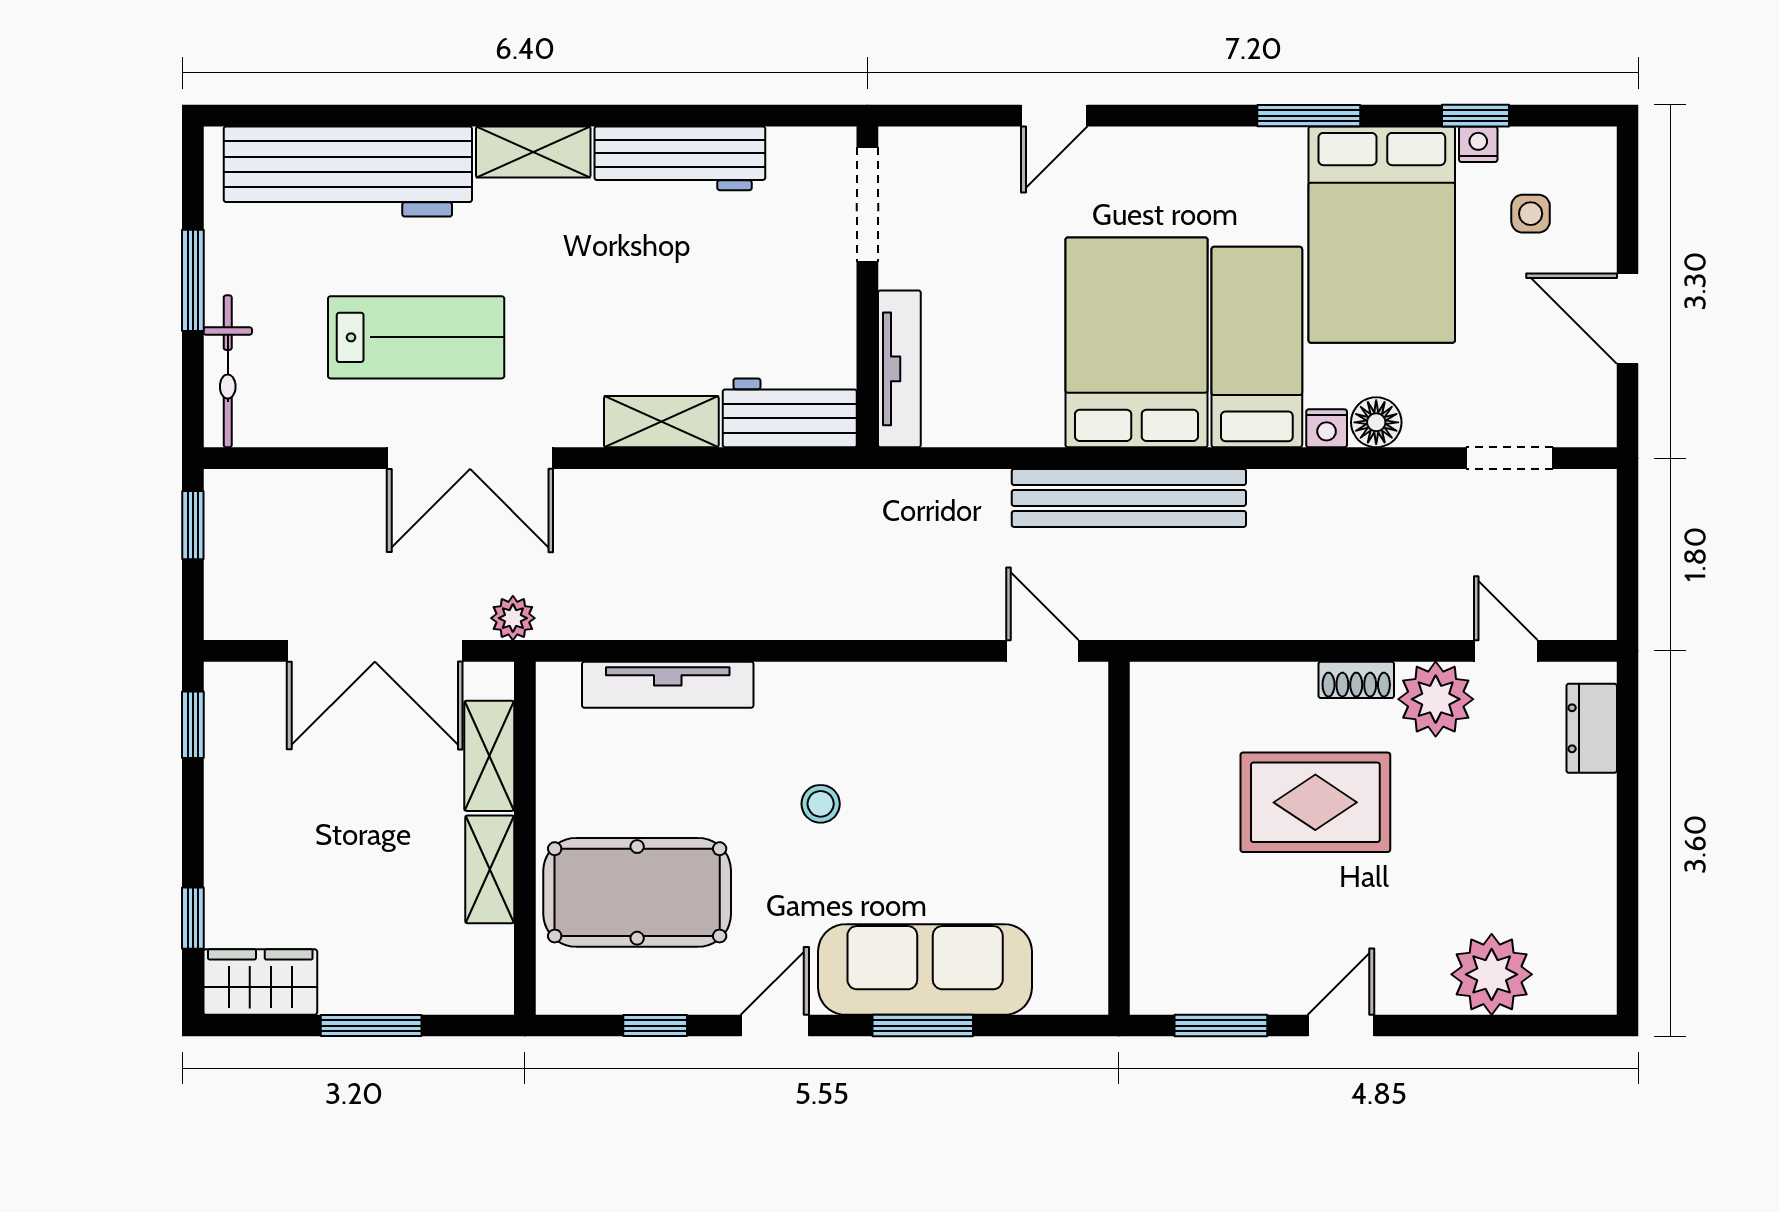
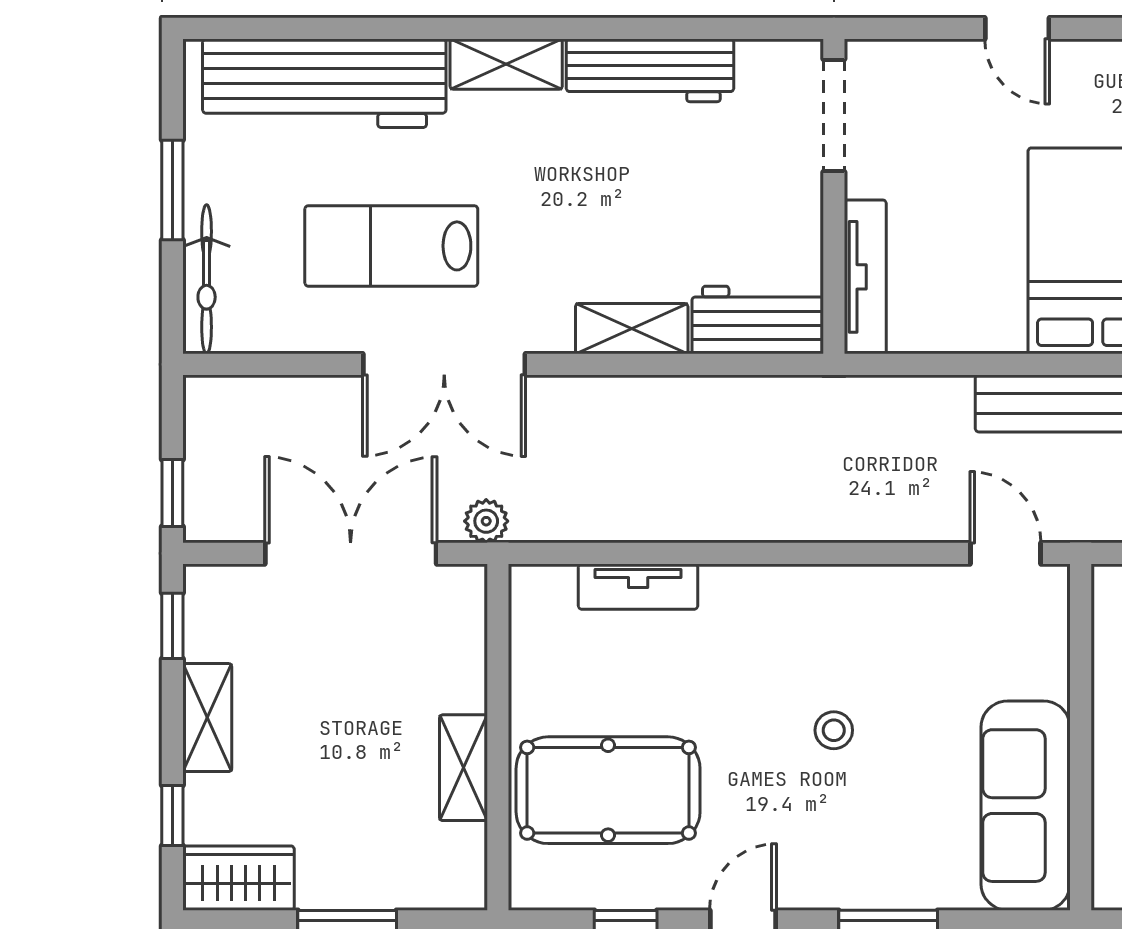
door: (1054, 116) -> (1017, 28), hinge flipped
lab bench: (416, 337) -> (391, 246), turned 180
window: (193, 525) -> (172, 493), moved
double door: (375, 651) -> (351, 553), swing flipped
tv unit: (668, 685) -> (638, 587), width x0.71
shelving: (489, 756) -> (207, 718), moved
stool: (821, 804) -> (834, 730), moved
sofa: (925, 969) -> (1026, 806), moved, turned -90

